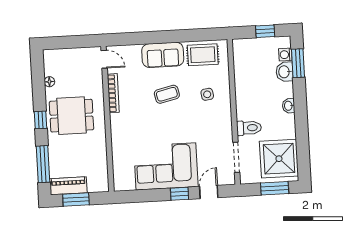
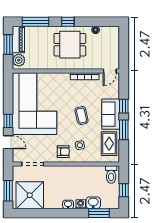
window: (183, 36) -> (124, 130), added
window: (151, 38) -> (124, 106), added
washing machine: (285, 55) -> (81, 204), moved
dining table: (71, 116) -> (70, 45), turned 90
armchair: (217, 116) -> (63, 152), added
toilet: (249, 128) -> (111, 174), moved
corner sofa: (166, 166) -> (35, 104), width x1.36, depth x1.36
plant: (96, 184) -> (19, 60), added

